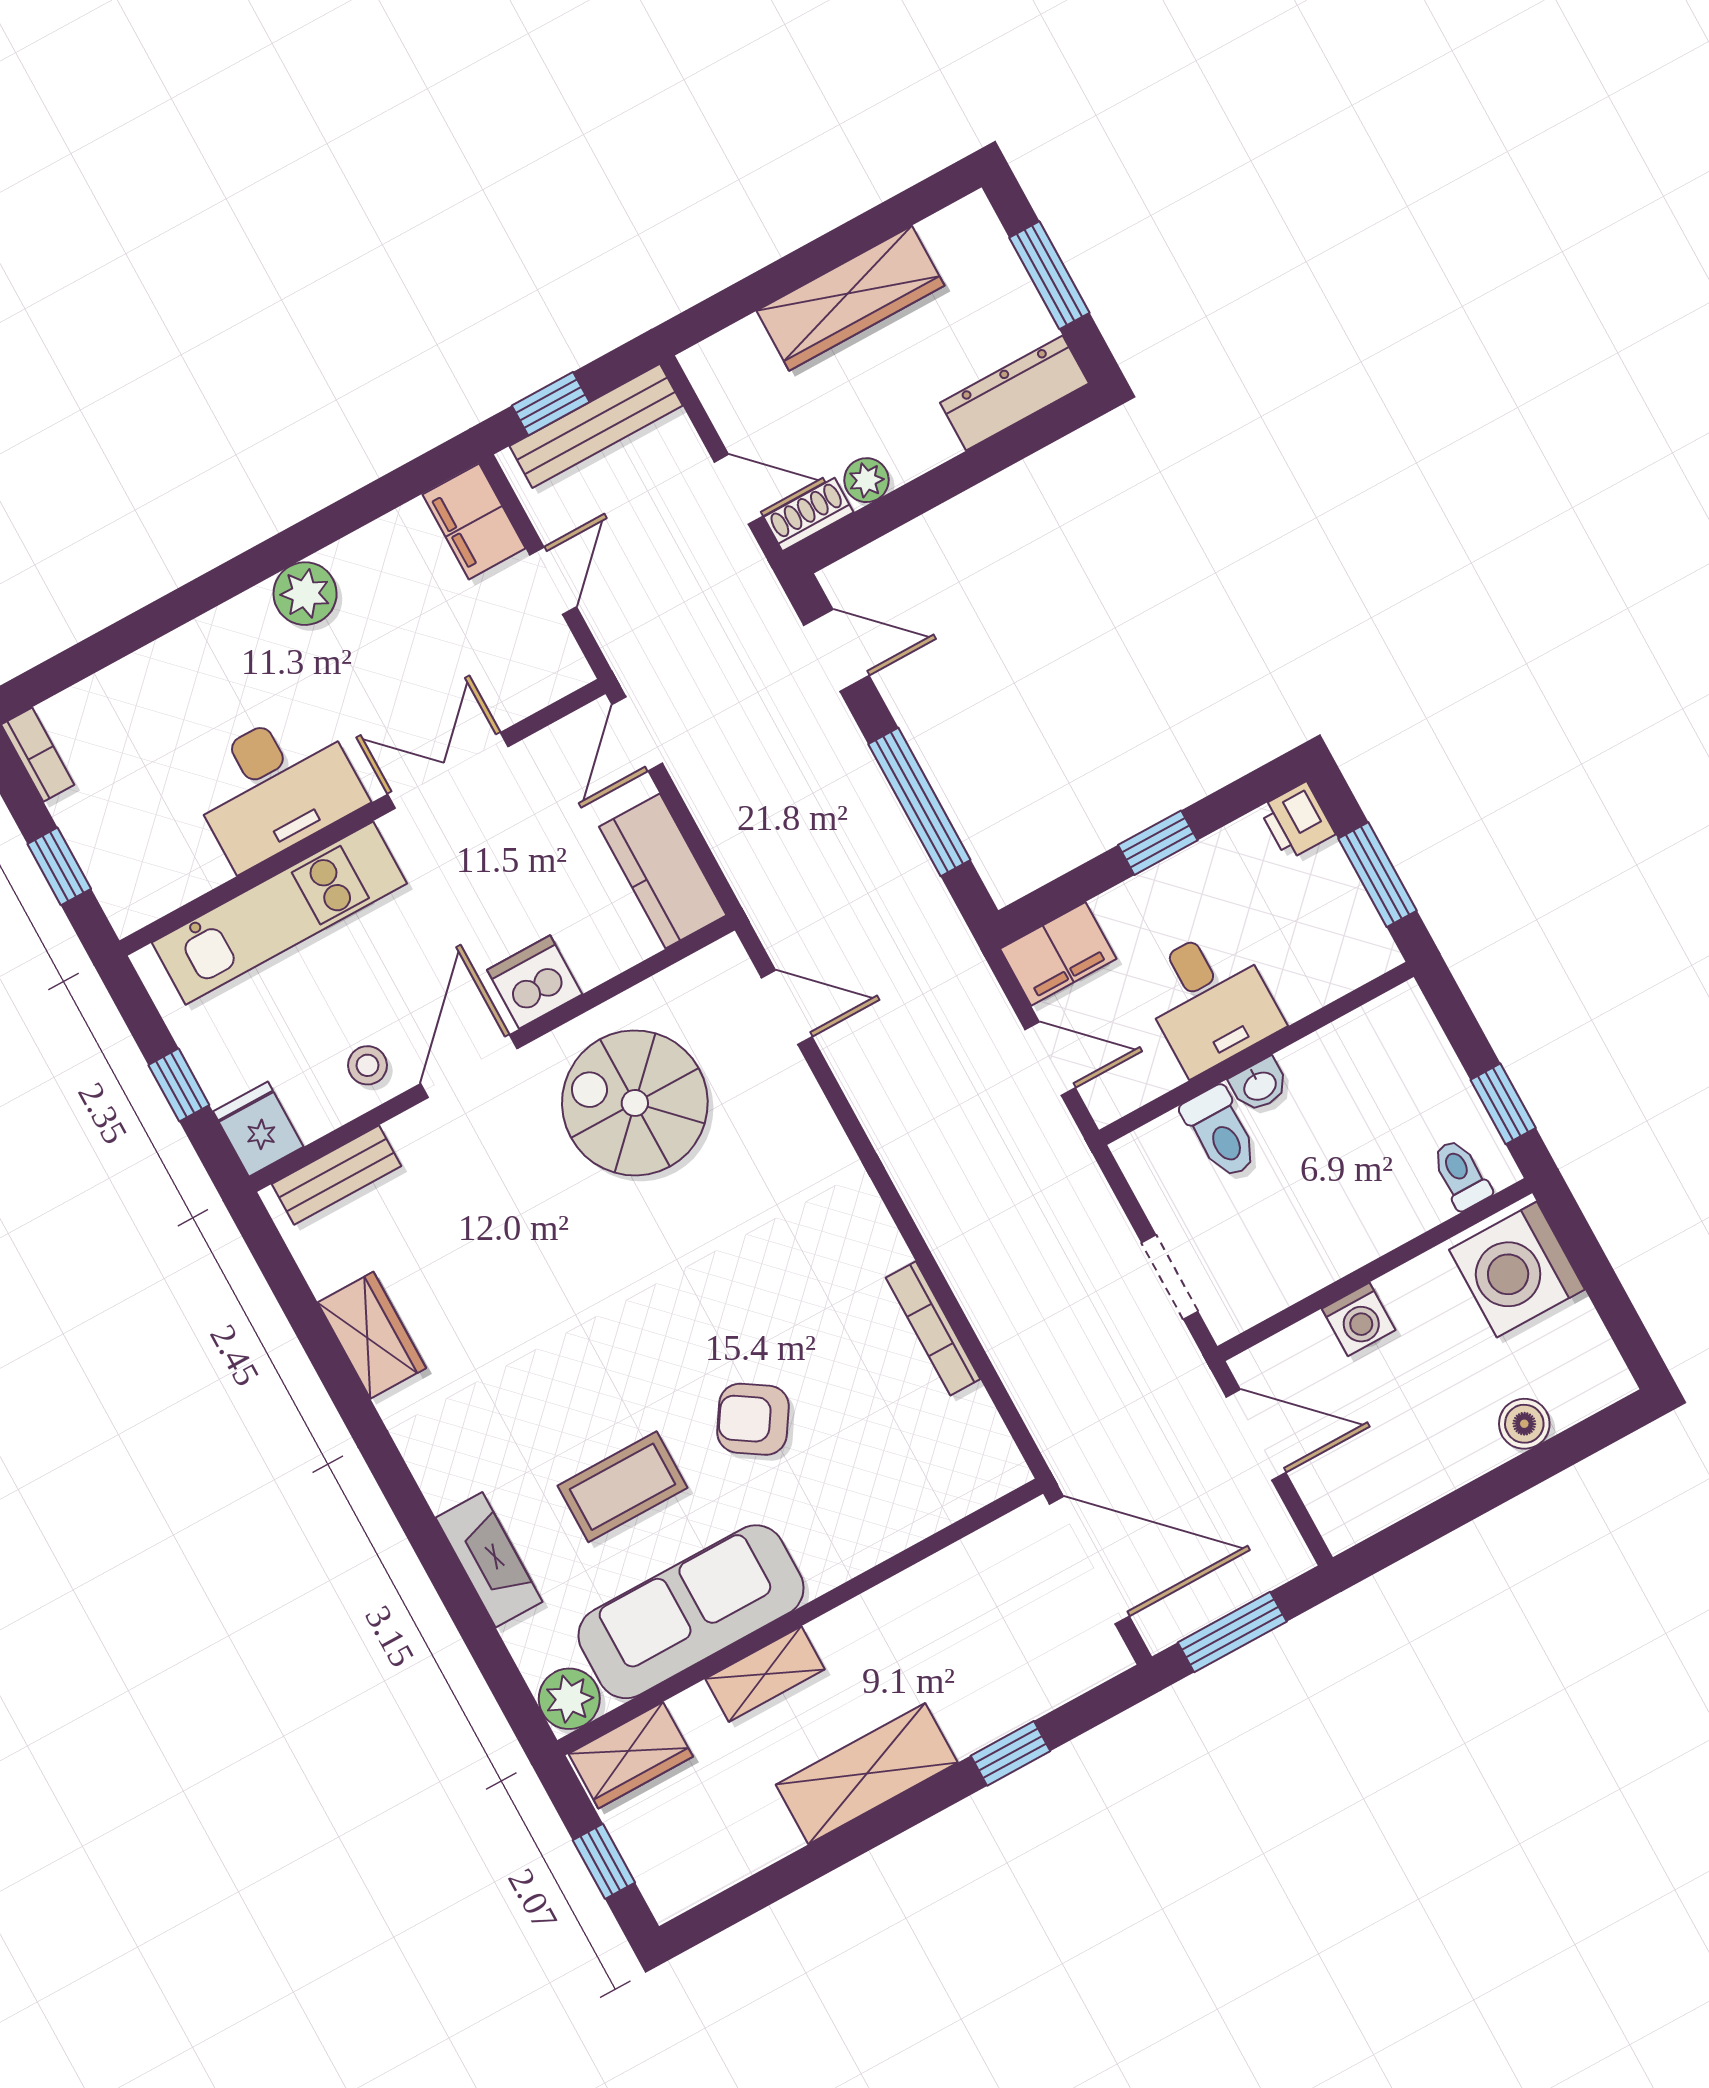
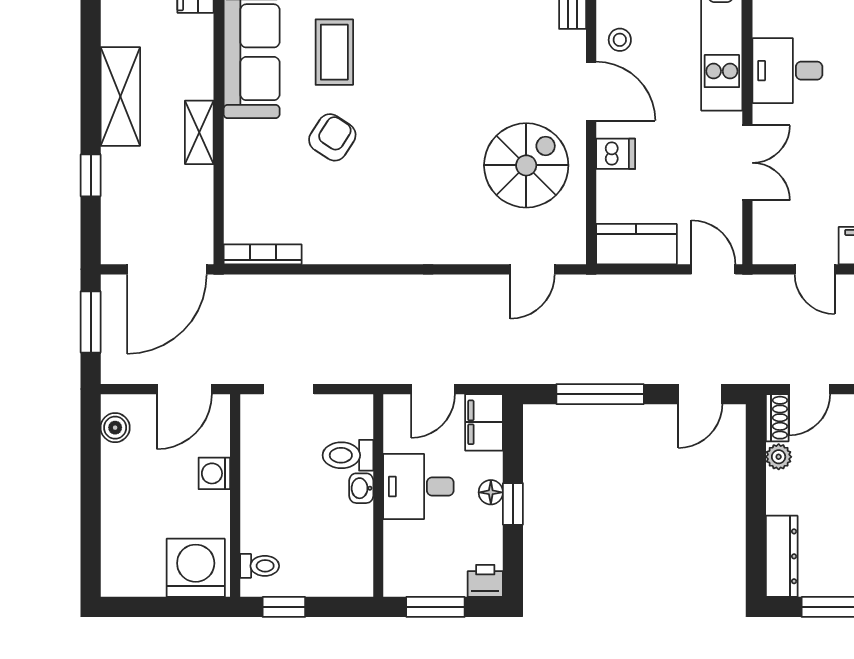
desk: (275, 786) -> (787, 71), width x0.73
floor lamp: (1158, 886) -> (491, 492), added
dishwasher: (535, 982) -> (616, 154), width x0.73
bookcase: (933, 1328) -> (263, 254), moved
boiler: (1524, 1424) -> (115, 428), moved
shelving: (765, 1674) -> (199, 132), moved

